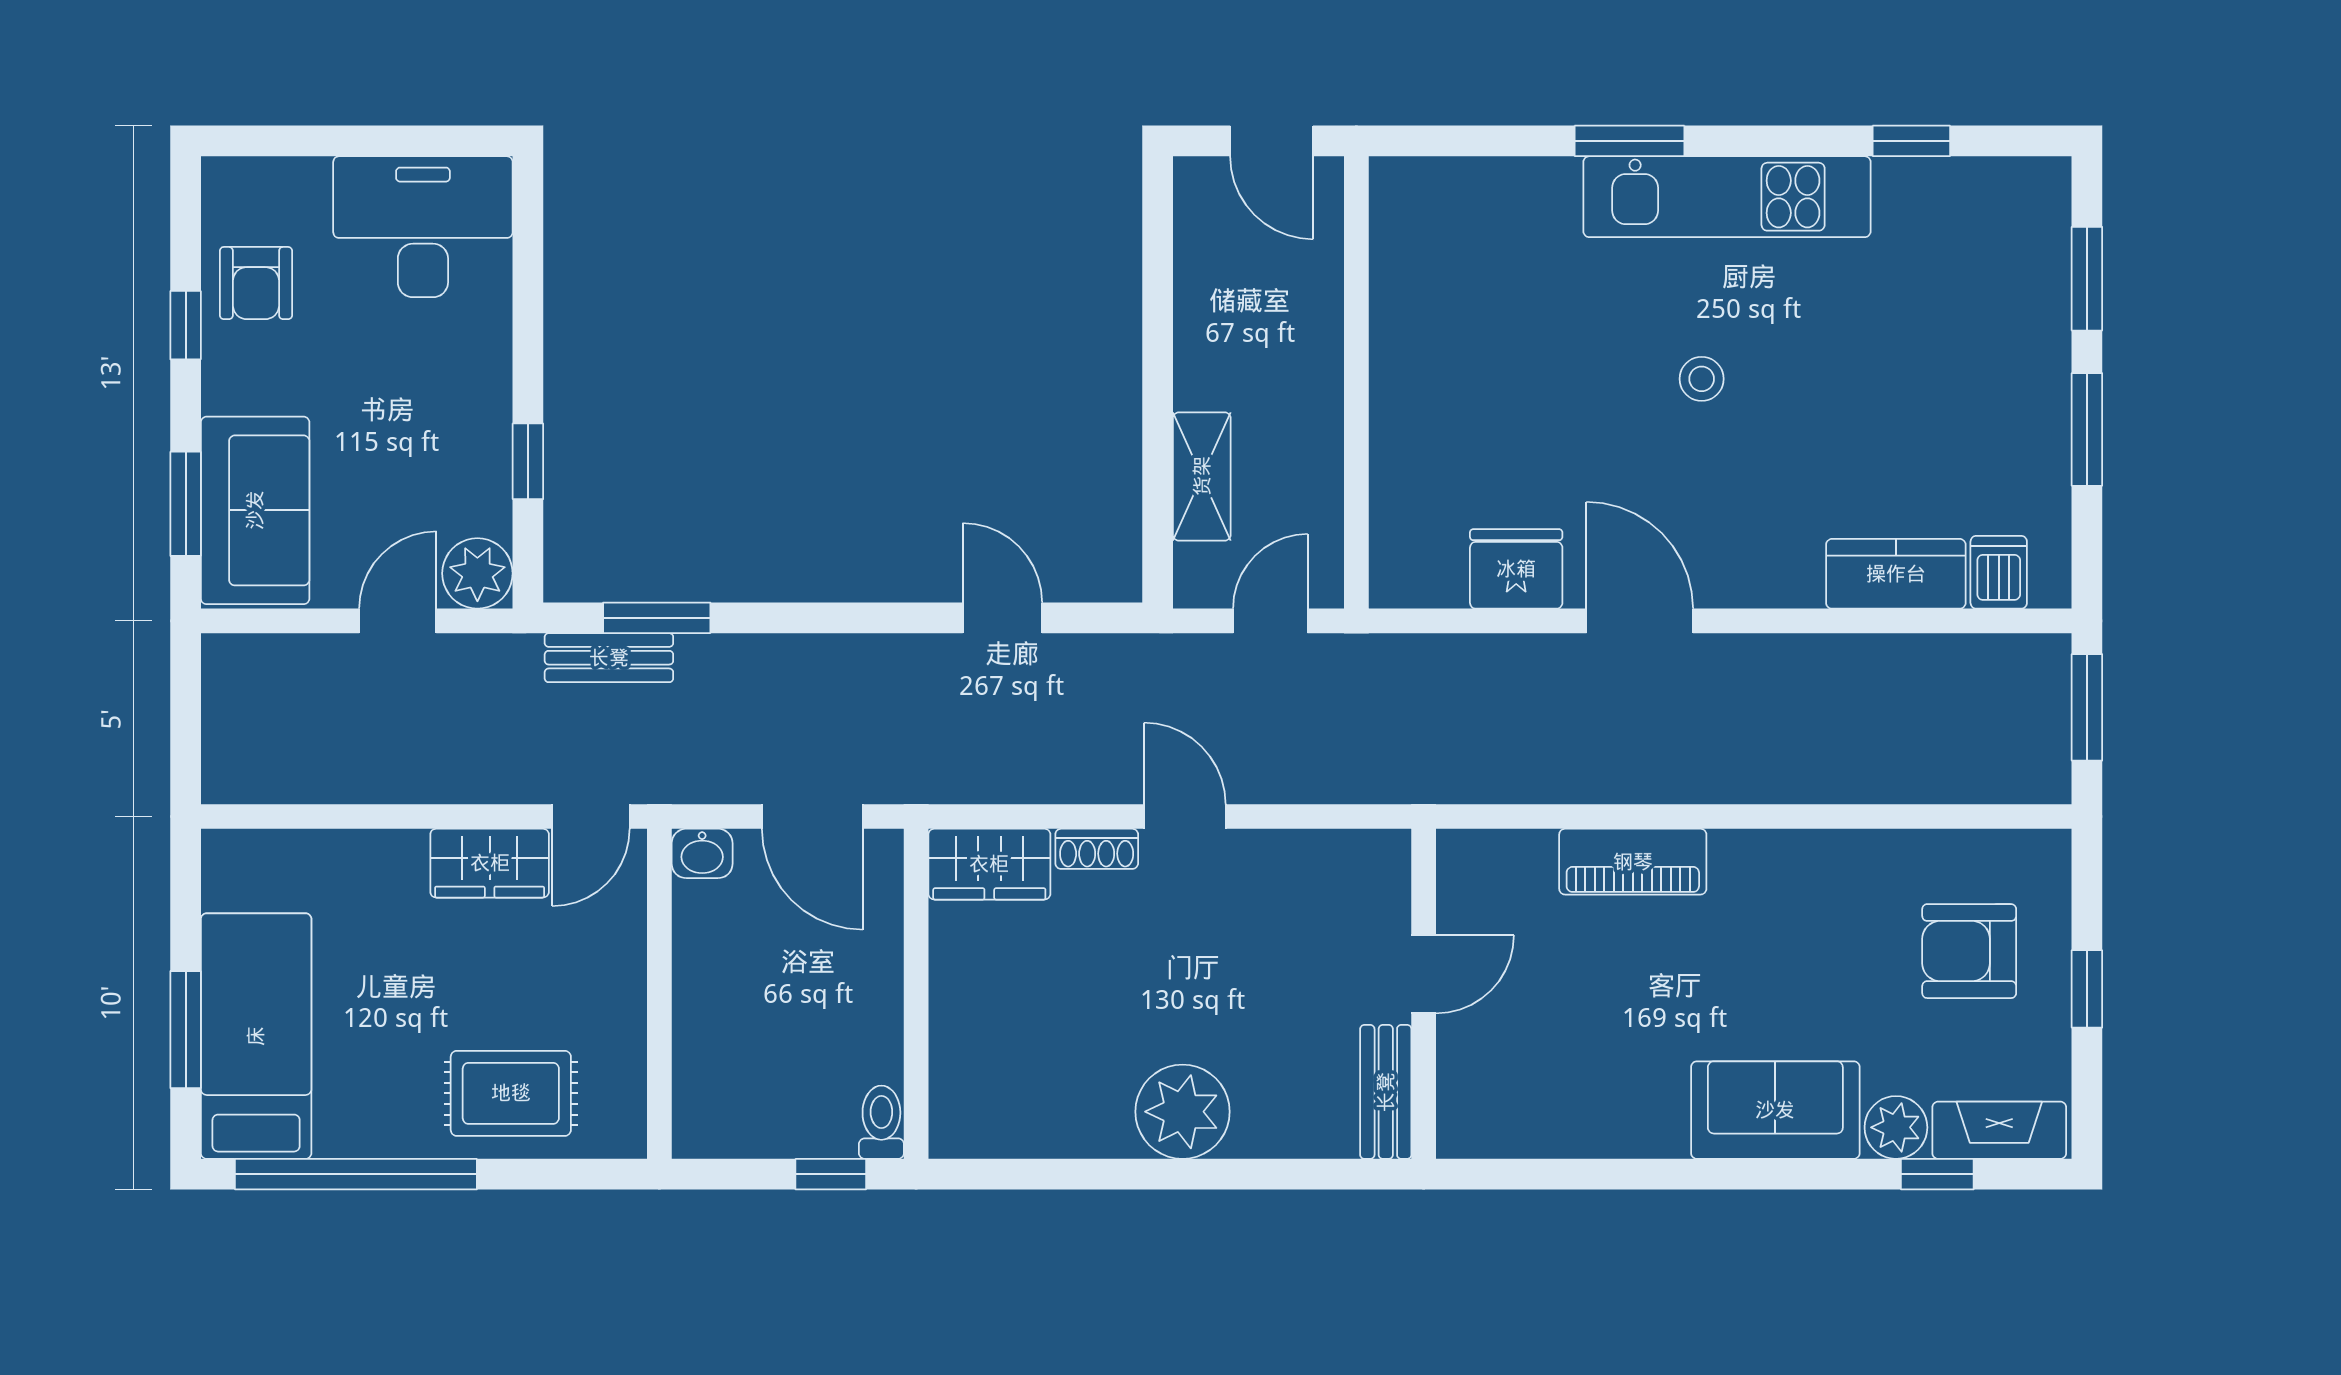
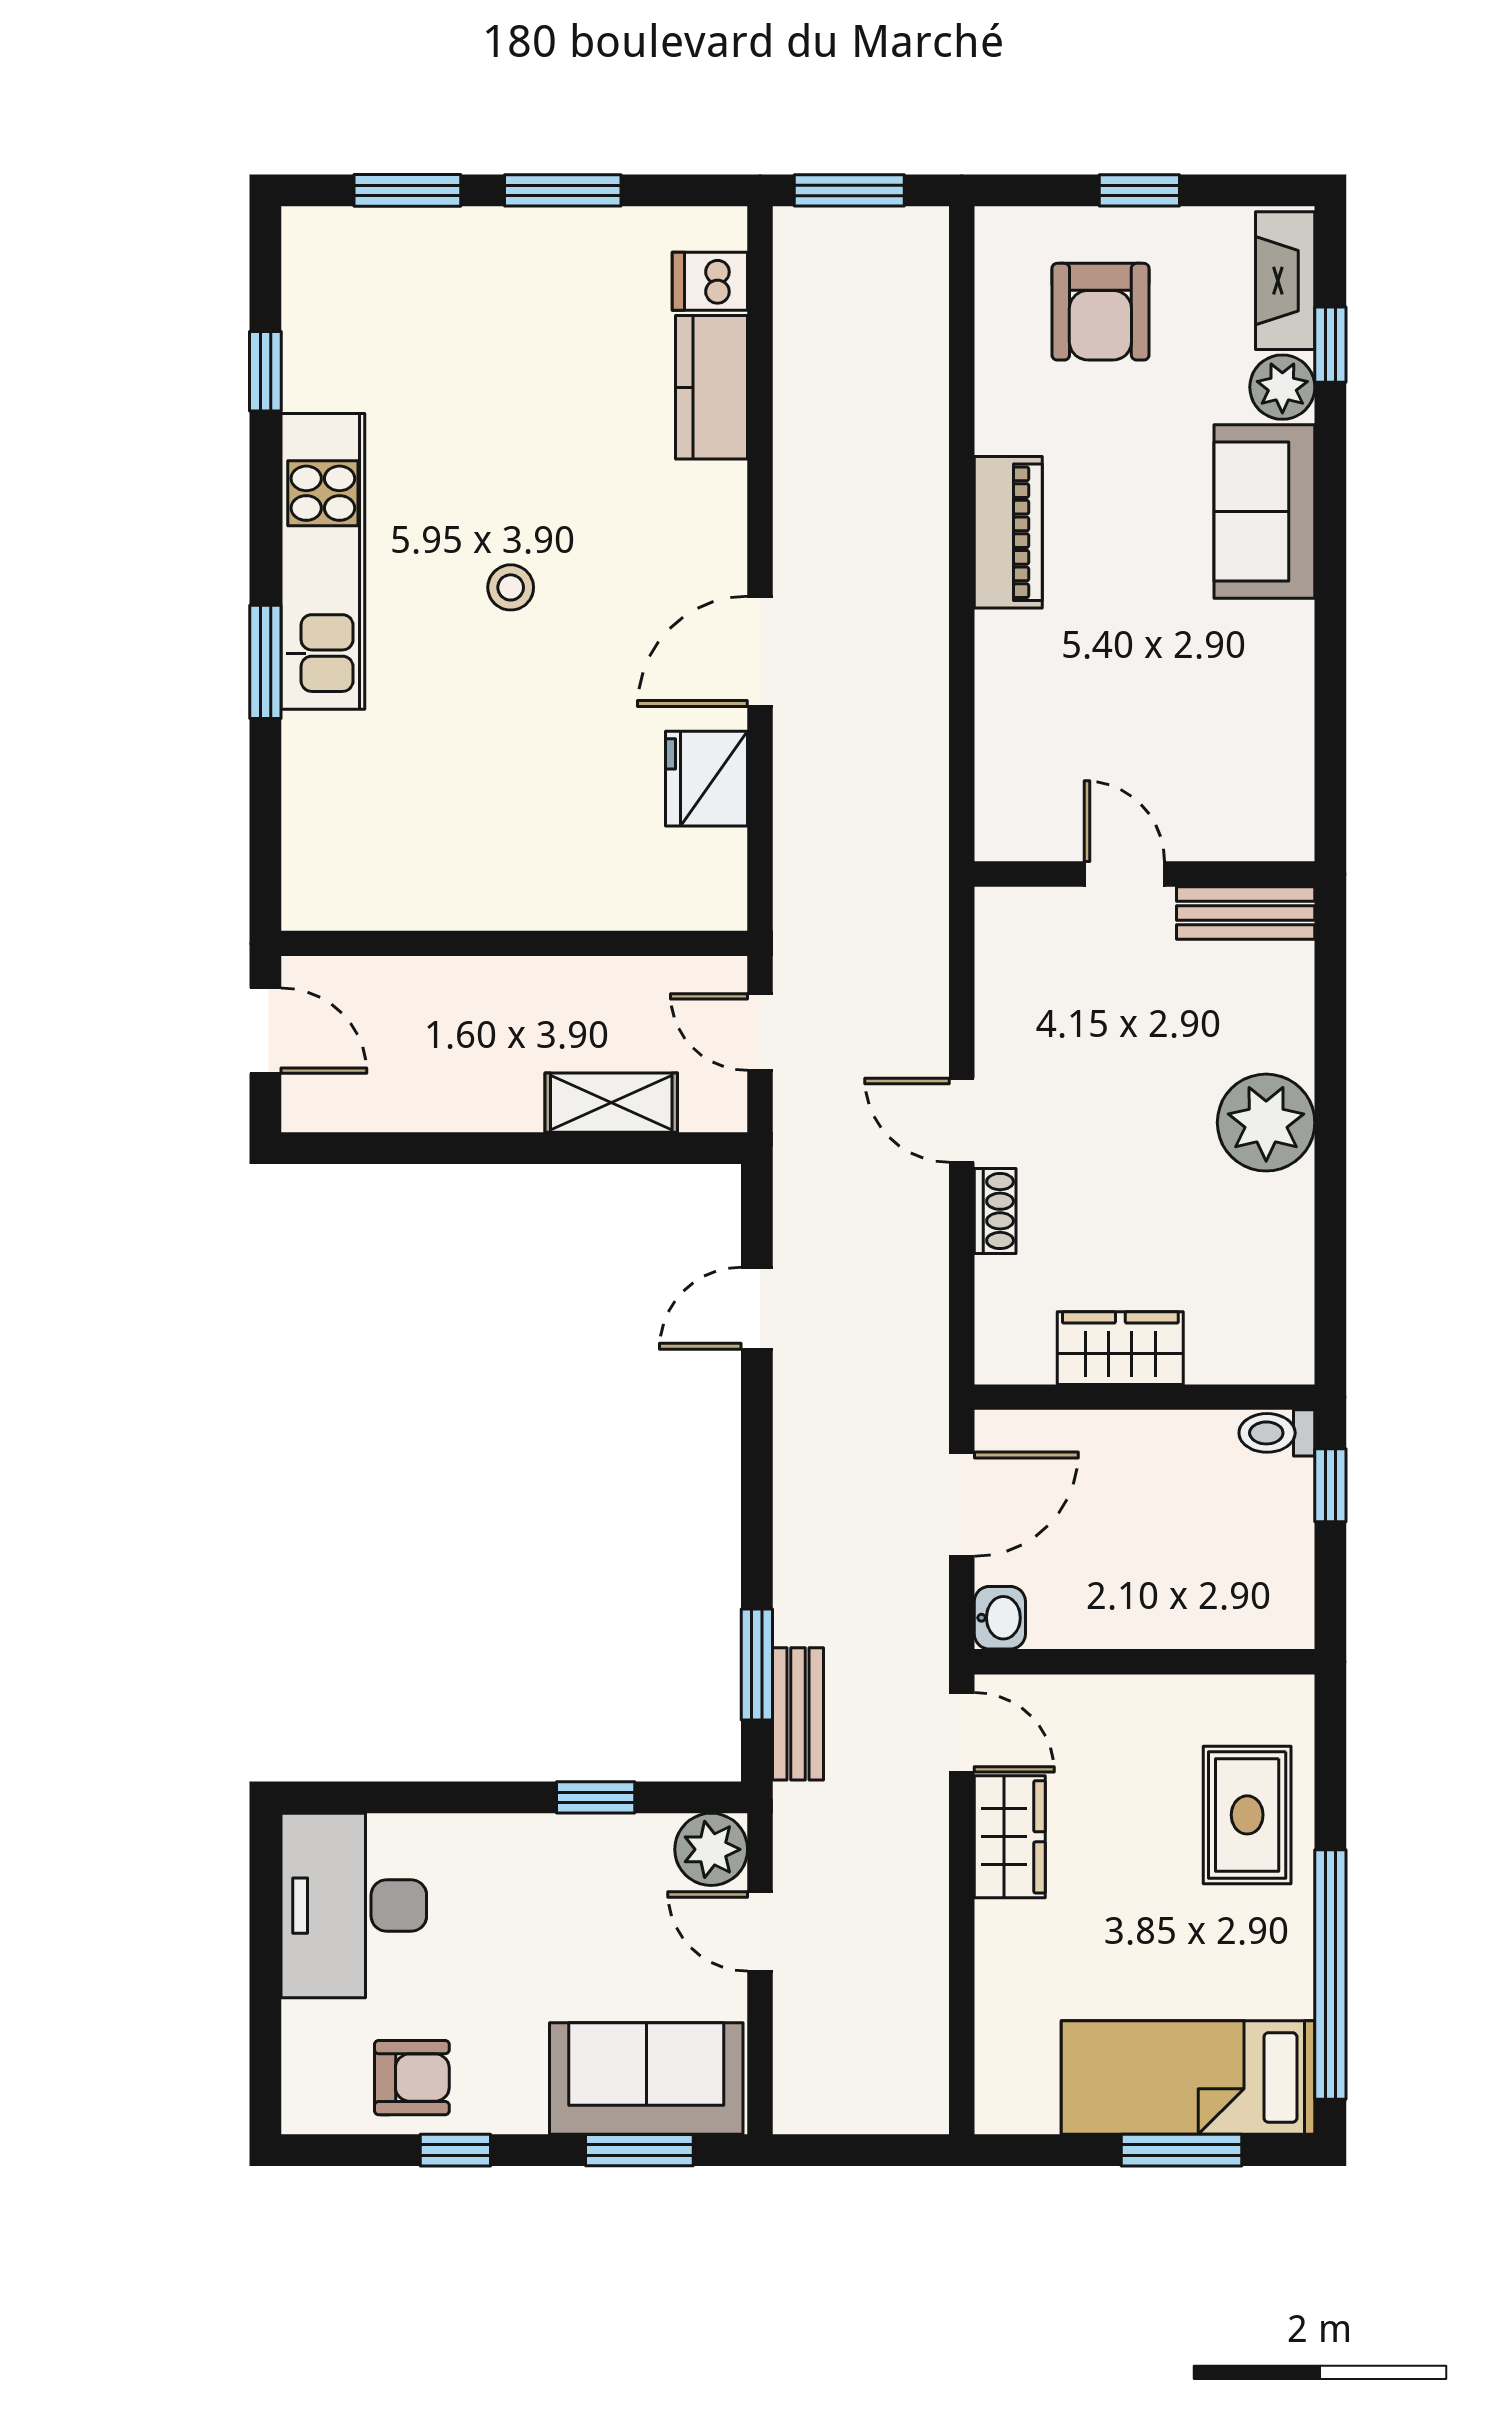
door: (1272, 141) -> (265, 1031), hinge flipped
door: (1185, 817) -> (962, 1120), hinge flipped
piano: (1633, 862) -> (1008, 532), moved
wardrobe: (989, 864) -> (1120, 1348), moved, turned -90

